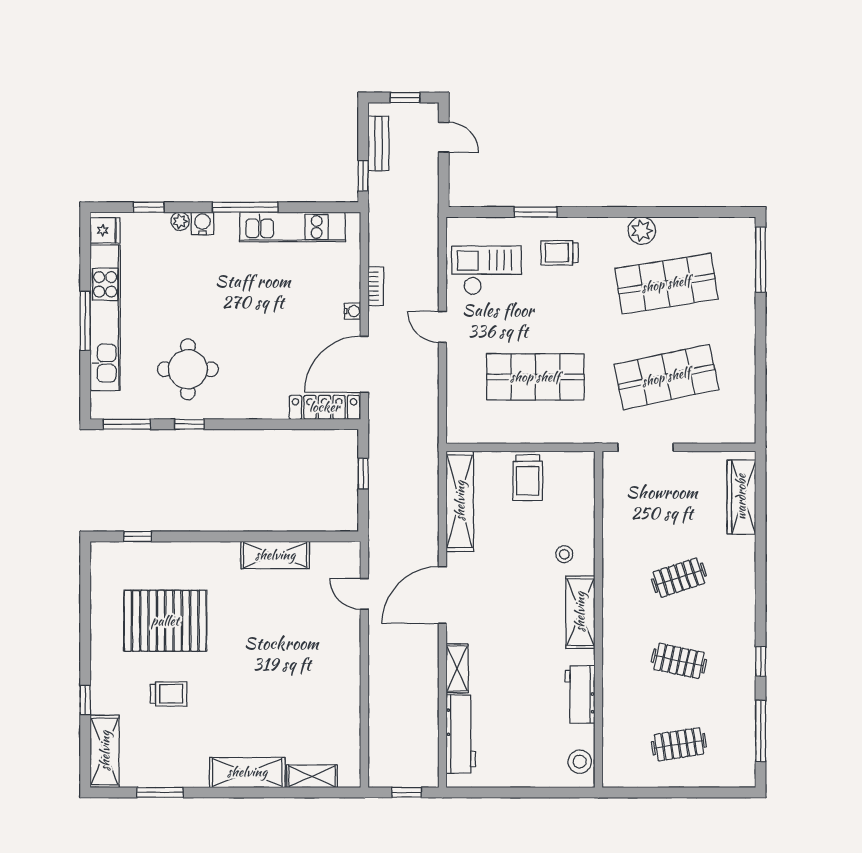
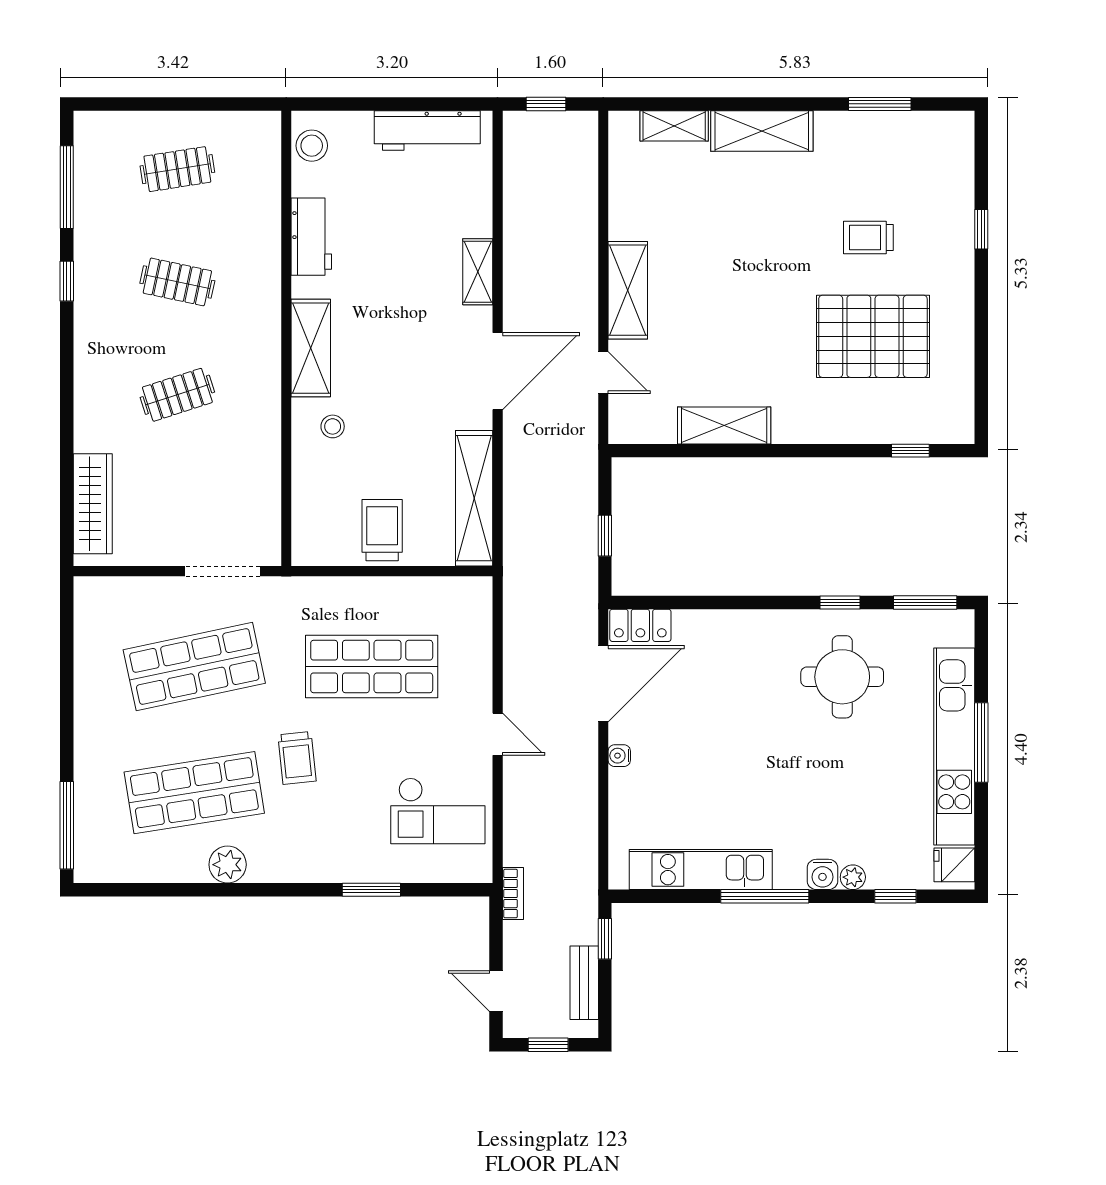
trolley: (559, 253) -> (297, 758), moved, turned 84
bookcase: (376, 286) -> (513, 894), moved, turned 180
locker: (324, 407) -> (640, 625), width x0.66
workbench: (461, 734) -> (427, 130), moved, turned -90
shelving: (105, 751) -> (628, 290), moved

